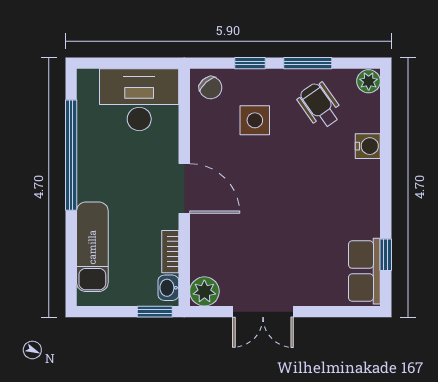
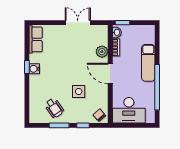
plant: (369, 81) -> (34, 118), removed
side table: (255, 120) -> (79, 92), moved
water cooler: (368, 146) -> (34, 69), moved
exam couch: (92, 247) -> (148, 63), moved
window: (386, 255) -> (27, 67), moved
plant: (204, 291) -> (102, 52), moved

